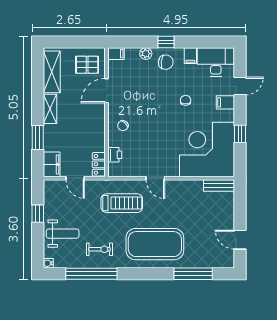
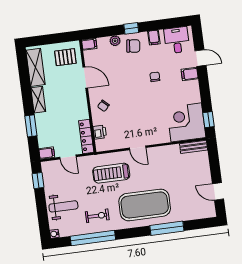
desk: (216, 62) -> (177, 40), width x0.73
door: (240, 86) -> (200, 58), hinge flipped
door: (107, 91) -> (85, 77), swing flipped
window: (240, 134) -> (209, 120), moved
corner desk: (207, 150) -> (186, 122), width x0.74, depth x0.74
filing cabinet: (52, 164) -> (47, 153), width x0.50
locker: (99, 164) -> (86, 136), width x1.53
treadmill: (122, 203) -> (111, 173), turned 180
window: (38, 214) -> (38, 181), moved
window: (193, 274) -> (167, 228), moved

